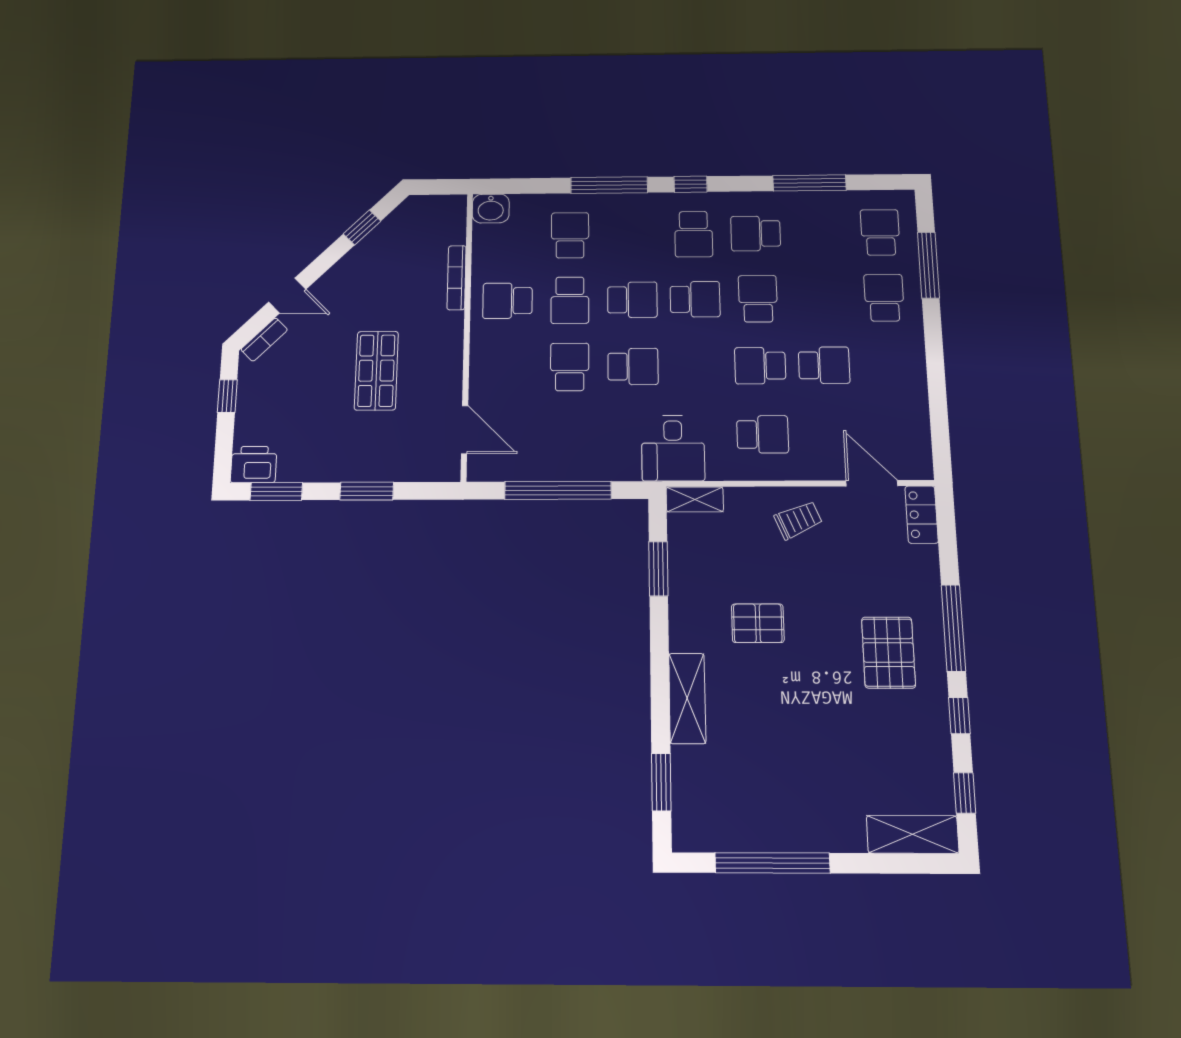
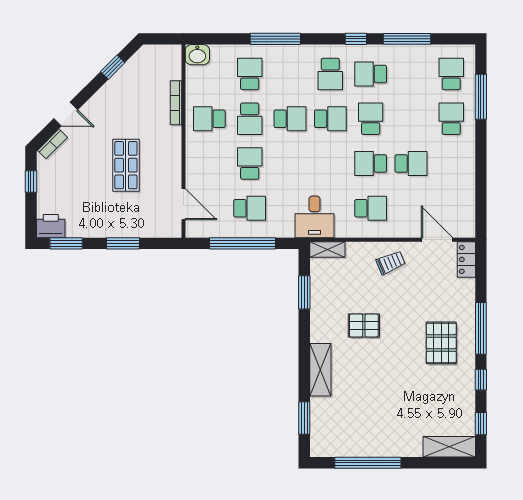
window: (691, 184) -> (356, 39), moved
school desk: (633, 366) -> (250, 208), moved

